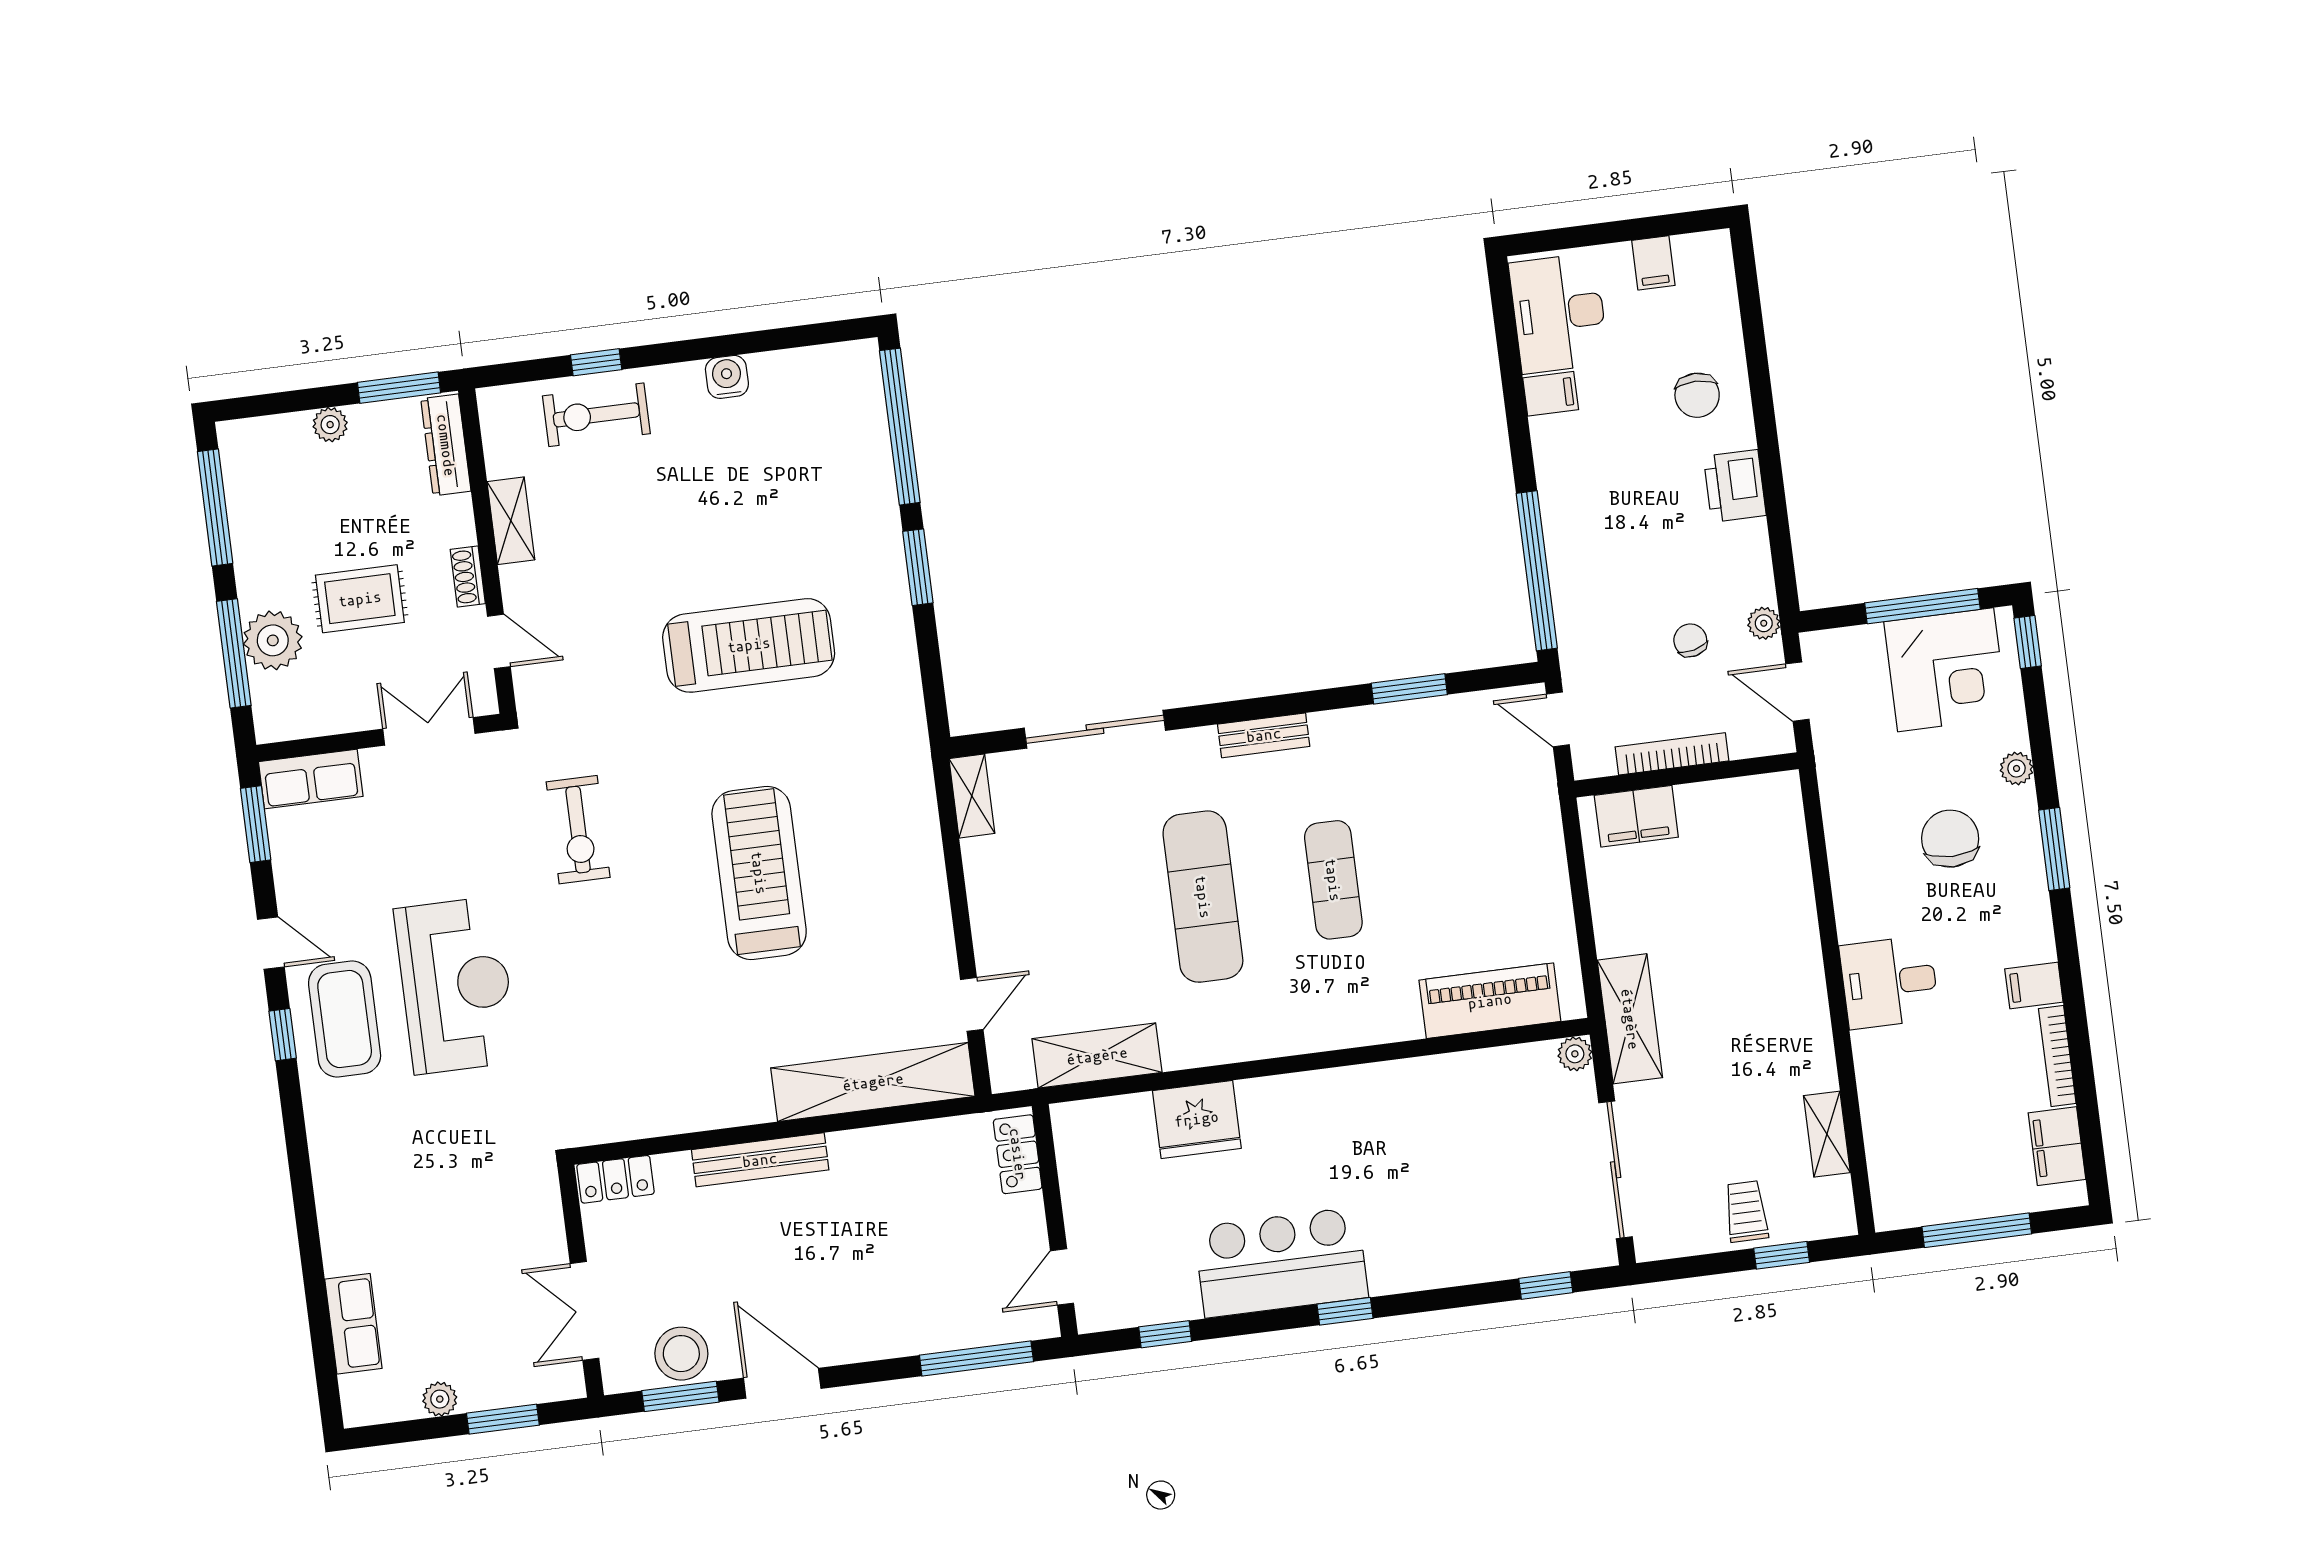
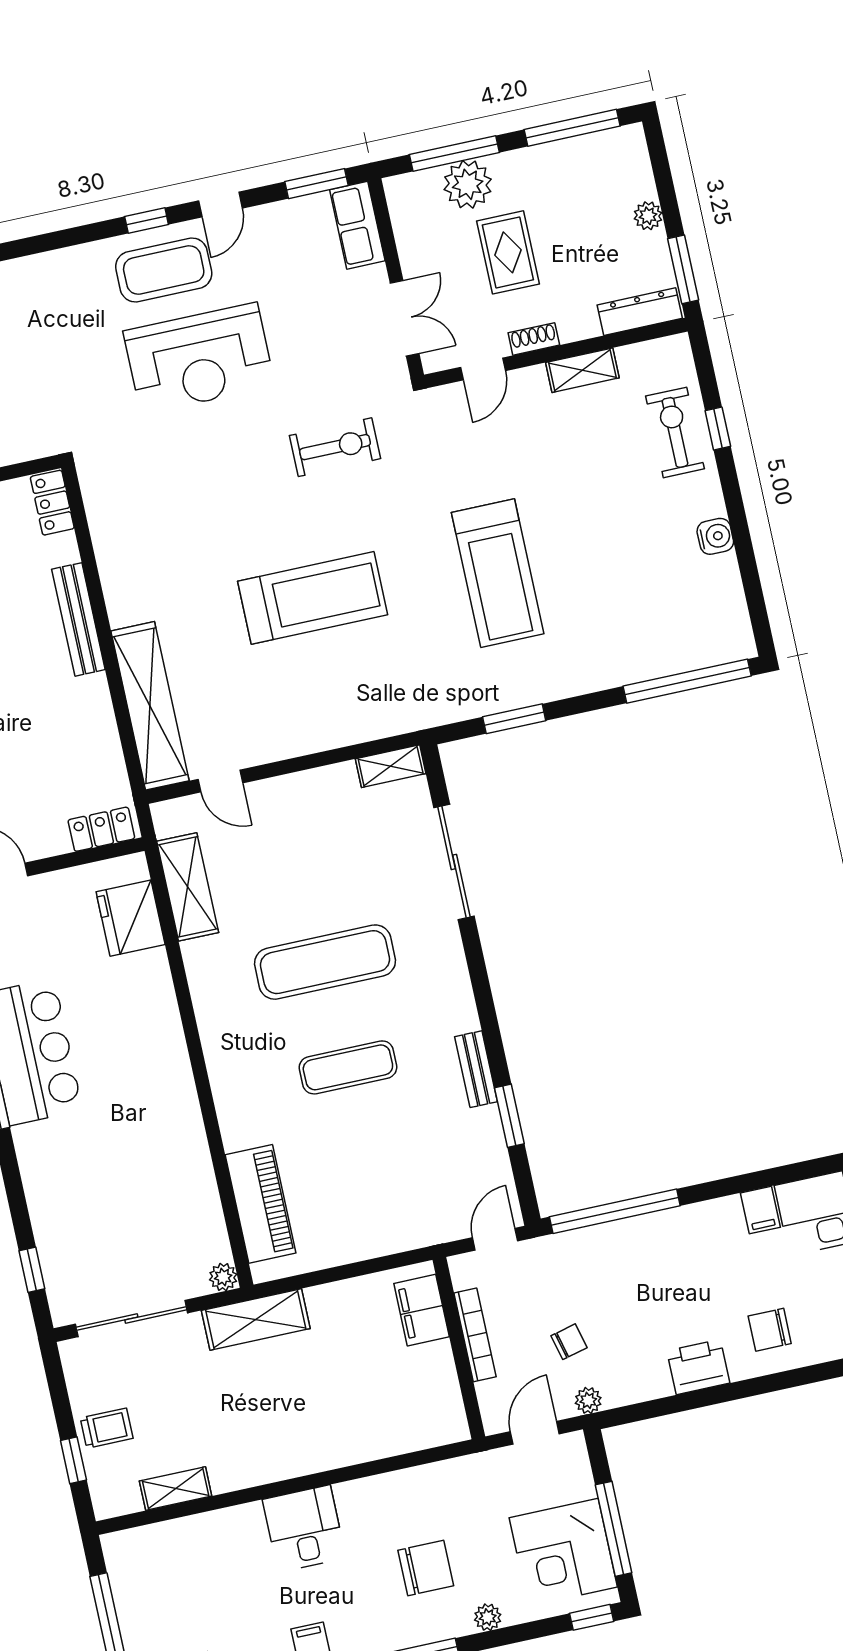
window: (918, 567) -> (514, 719), moved
bench: (1264, 735) -> (476, 1069), moved
exercise bike: (578, 830) -> (335, 447), turned 180
fridge: (1197, 1119) -> (131, 918), moved

